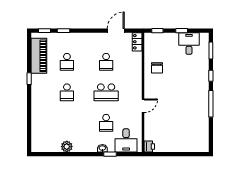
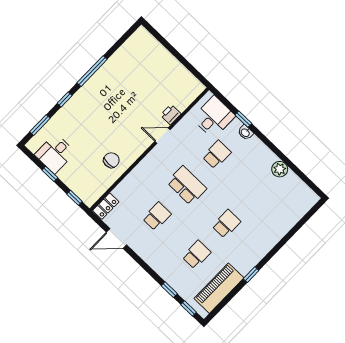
printer: (149, 147) -> (171, 115), moved

